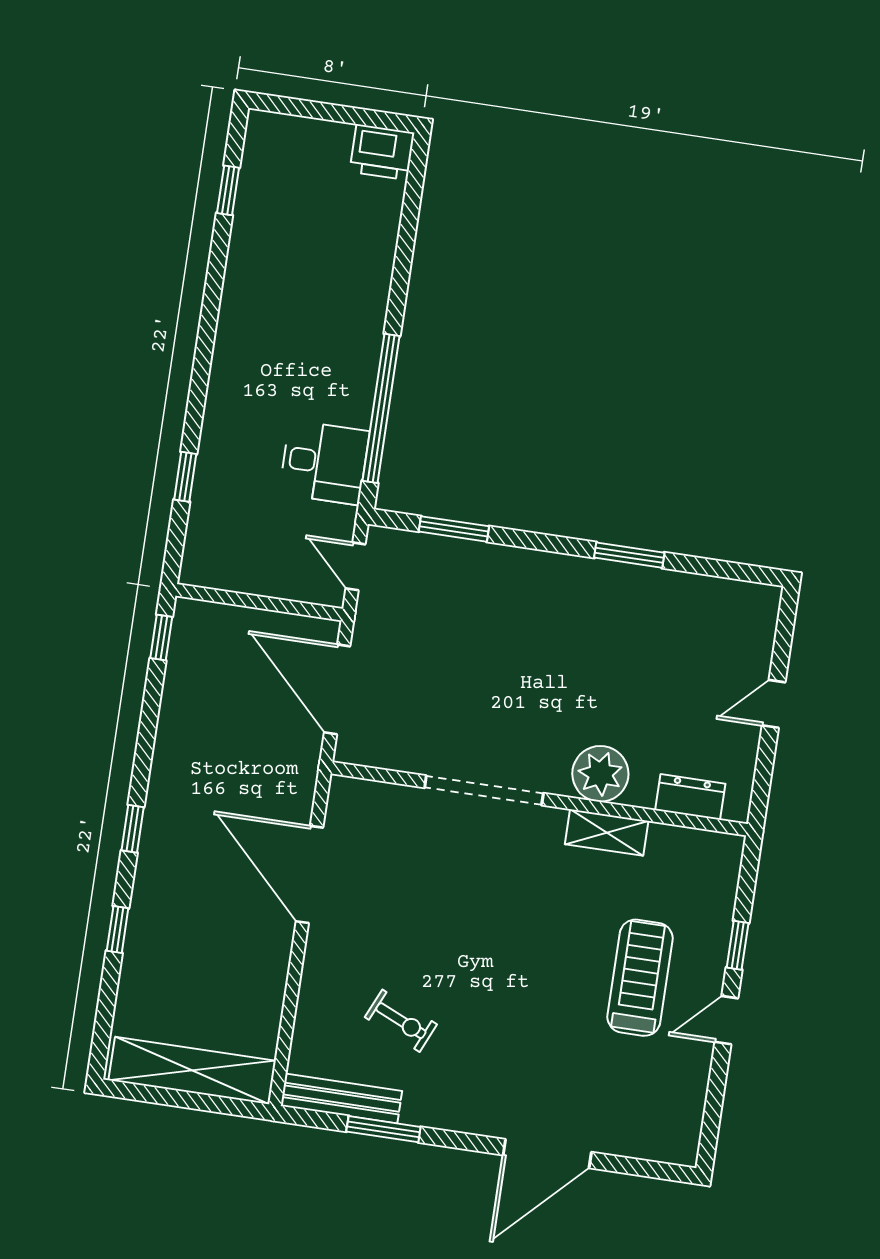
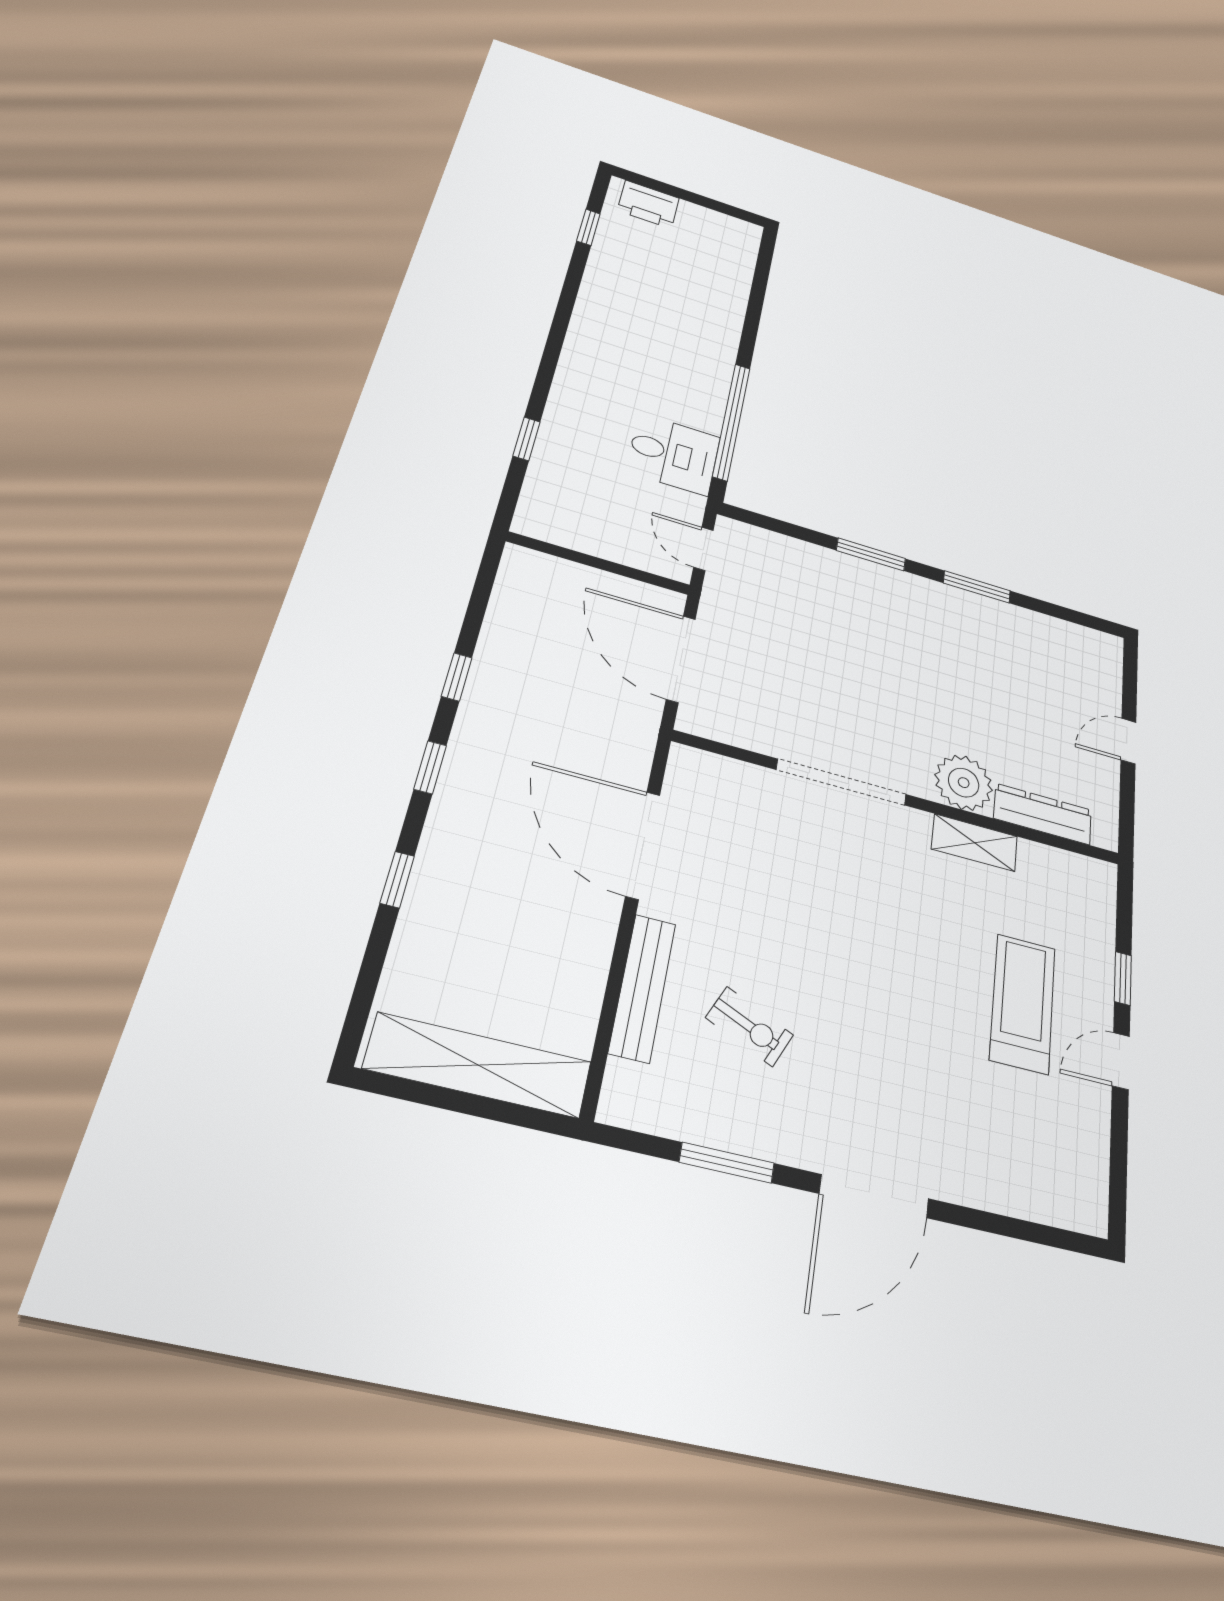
printer: (382, 152) -> (648, 204), moved
window: (454, 529) -> (871, 554), moved
window: (161, 637) -> (457, 677), moved
dresser: (690, 797) -> (1043, 814), width x1.44
bench: (341, 1098) -> (642, 988), moved, turned 90
door: (547, 1154) -> (874, 1196), moved

